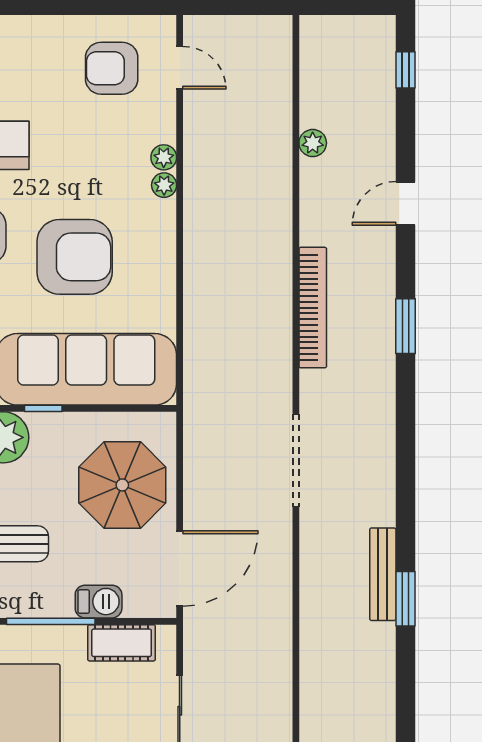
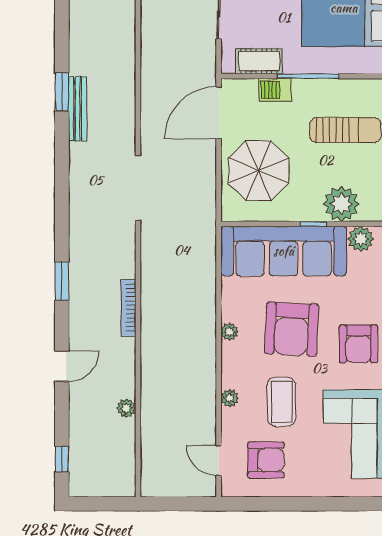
coffee table: (89, 152) -> (281, 402), added
plant: (164, 185) -> (229, 332), moved
armchair: (75, 257) -> (292, 329), turned -87
bookcase: (313, 308) -> (128, 308), width x0.68, depth x0.76

